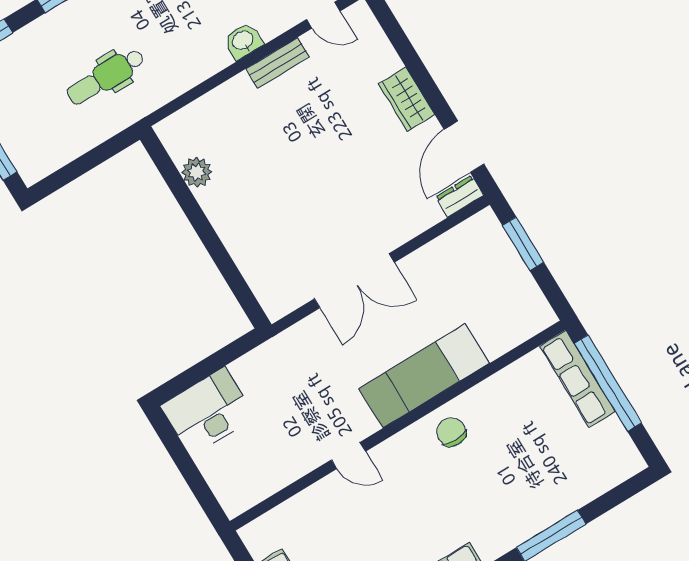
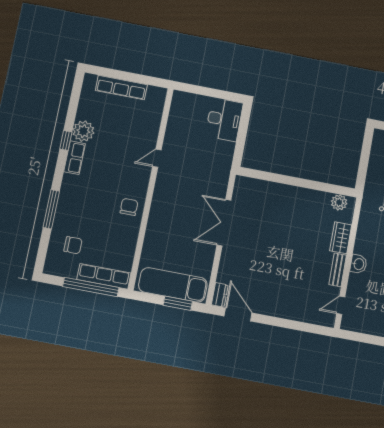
wardrobe: (407, 99) -> (341, 238), moved, turned -90
plant: (197, 172) -> (339, 202), moved
exam couch: (424, 376) -> (173, 285), moved, turned -90
chair: (451, 432) -> (129, 207), turned -90
chair: (573, 460) -> (73, 245), added

